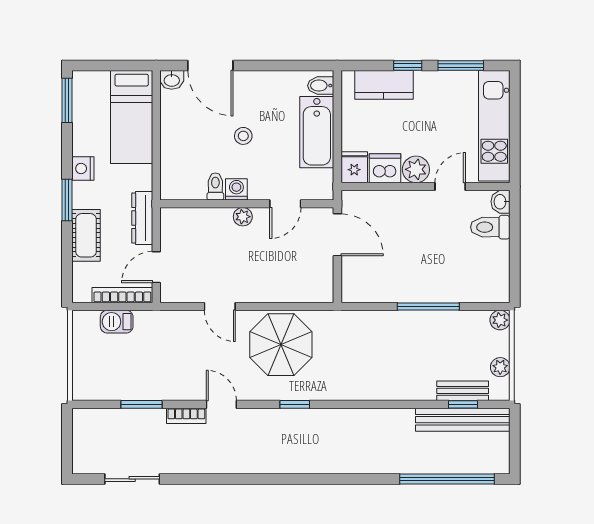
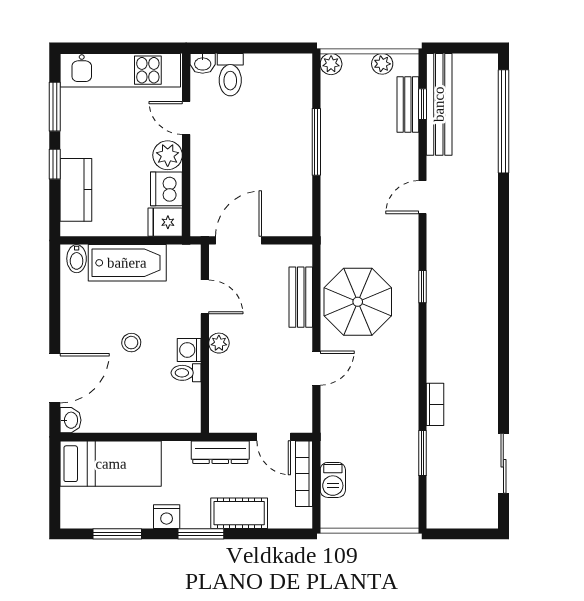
window: (67, 100) -> (117, 534), moved
bench: (285, 292) -> (301, 297), added
door: (221, 404) -> (423, 197), moved

